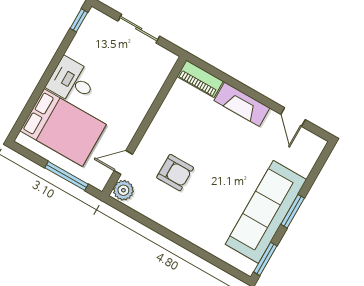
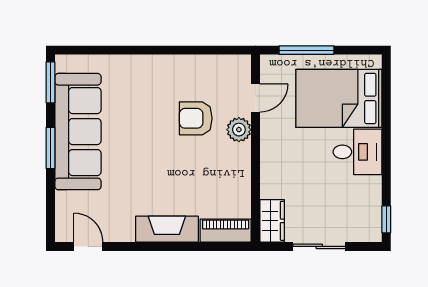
wardrobe: (162, 67) -> (272, 221), added
door: (293, 117) -> (88, 246), moved
plant: (123, 190) -> (239, 130), moved

